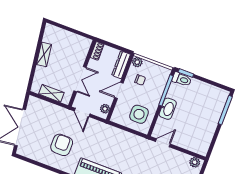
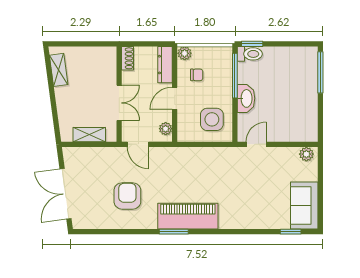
shelving: (44, 54) -> (59, 70), moved

